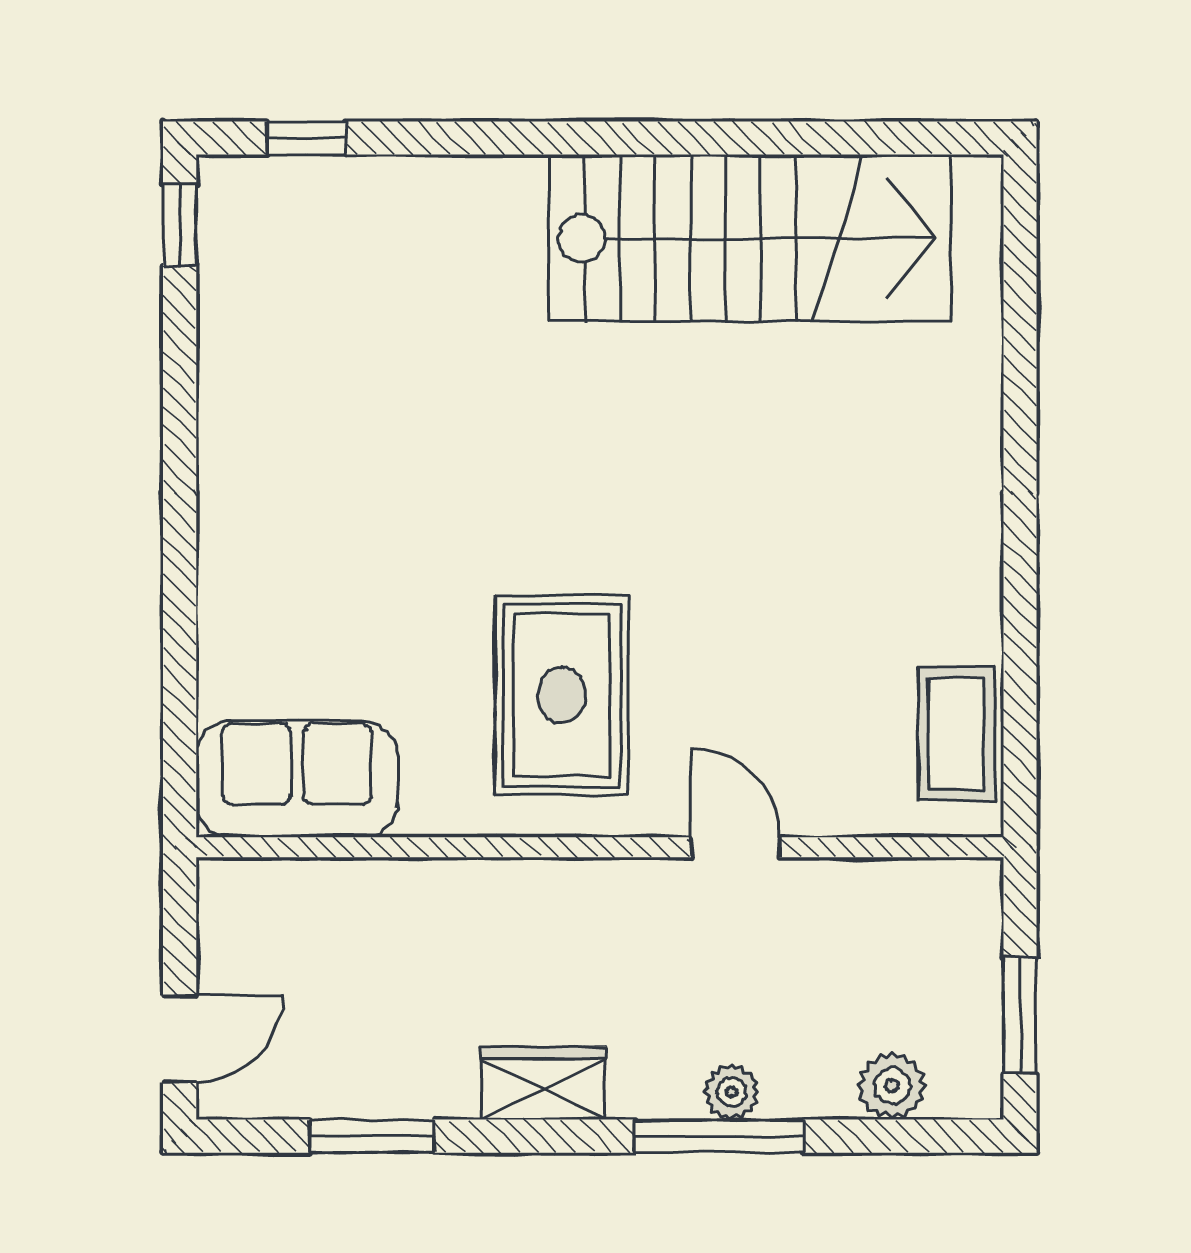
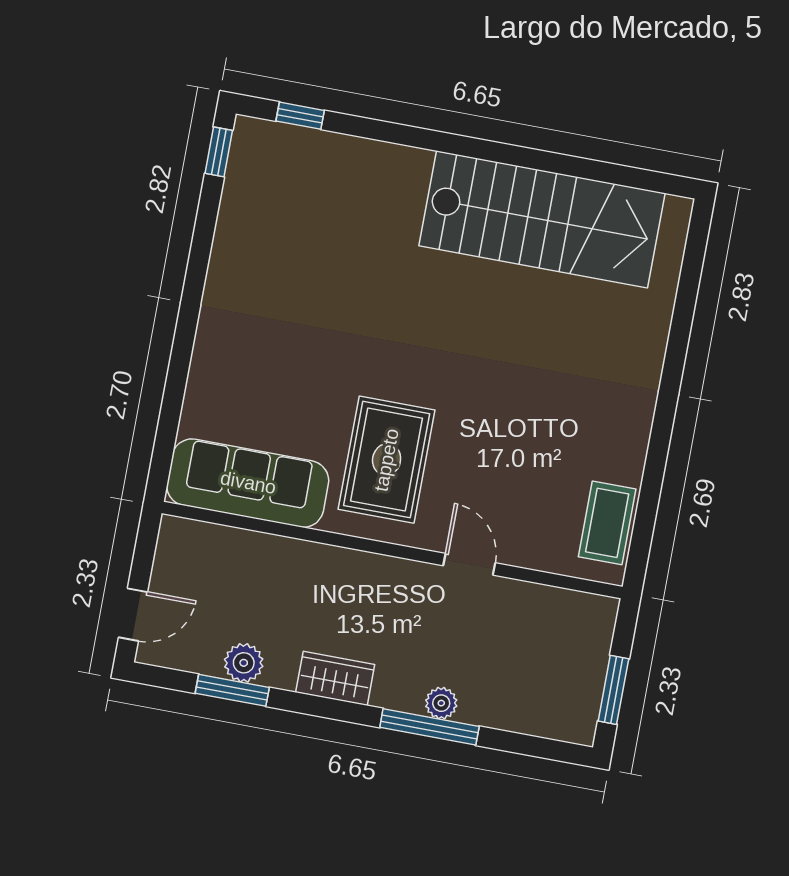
sofa: (297, 779) -> (248, 483), width x1.36
plant: (892, 1086) -> (244, 663), moved

